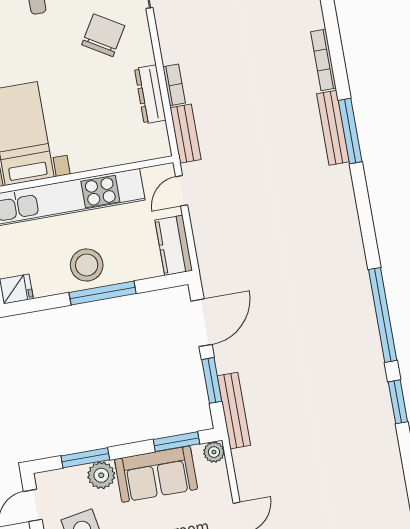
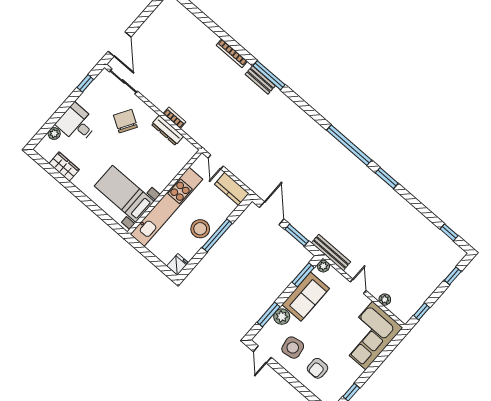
bench: (333, 128) -> (260, 80), width x0.73
bench: (185, 134) -> (197, 135), removed
bench: (234, 411) -> (331, 252), moved

